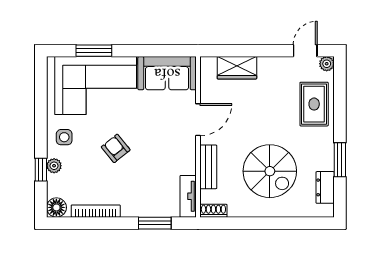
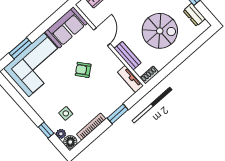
side table: (64, 137) -> (66, 113), moved
armchair: (116, 148) -> (83, 70), moved
plant: (54, 166) -> (61, 134), moved
window: (155, 223) -> (118, 114), moved

